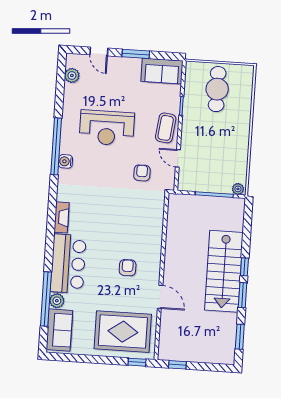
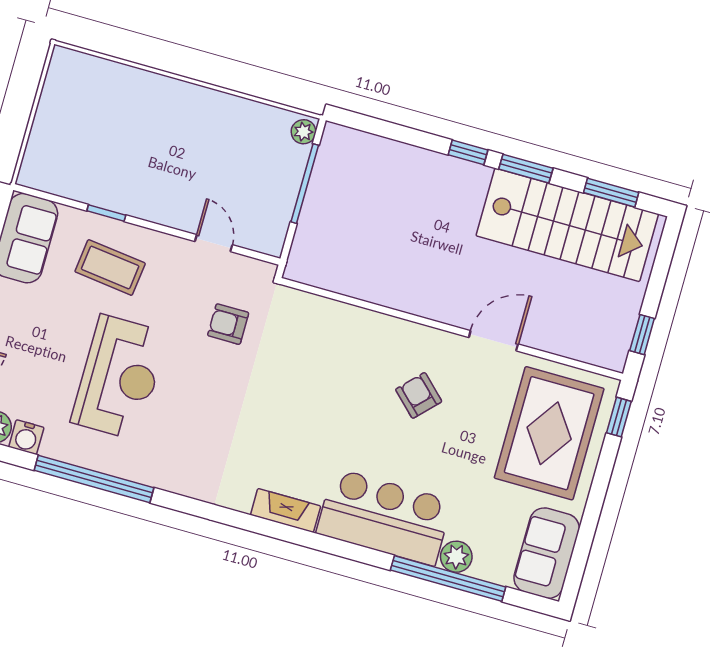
cafe table: (217, 89) -> (87, 131), removed
coffee table: (166, 128) -> (110, 267), moved
window: (56, 146) -> (94, 479), moved
door: (178, 158) -> (214, 243), swing flipped
water cooler: (65, 161) -> (26, 437), moved
armchair: (128, 268) -> (419, 395), turned 44
stairs: (224, 271) -> (567, 225), moved
sofa: (59, 330) -> (547, 553), moved, turned -90

